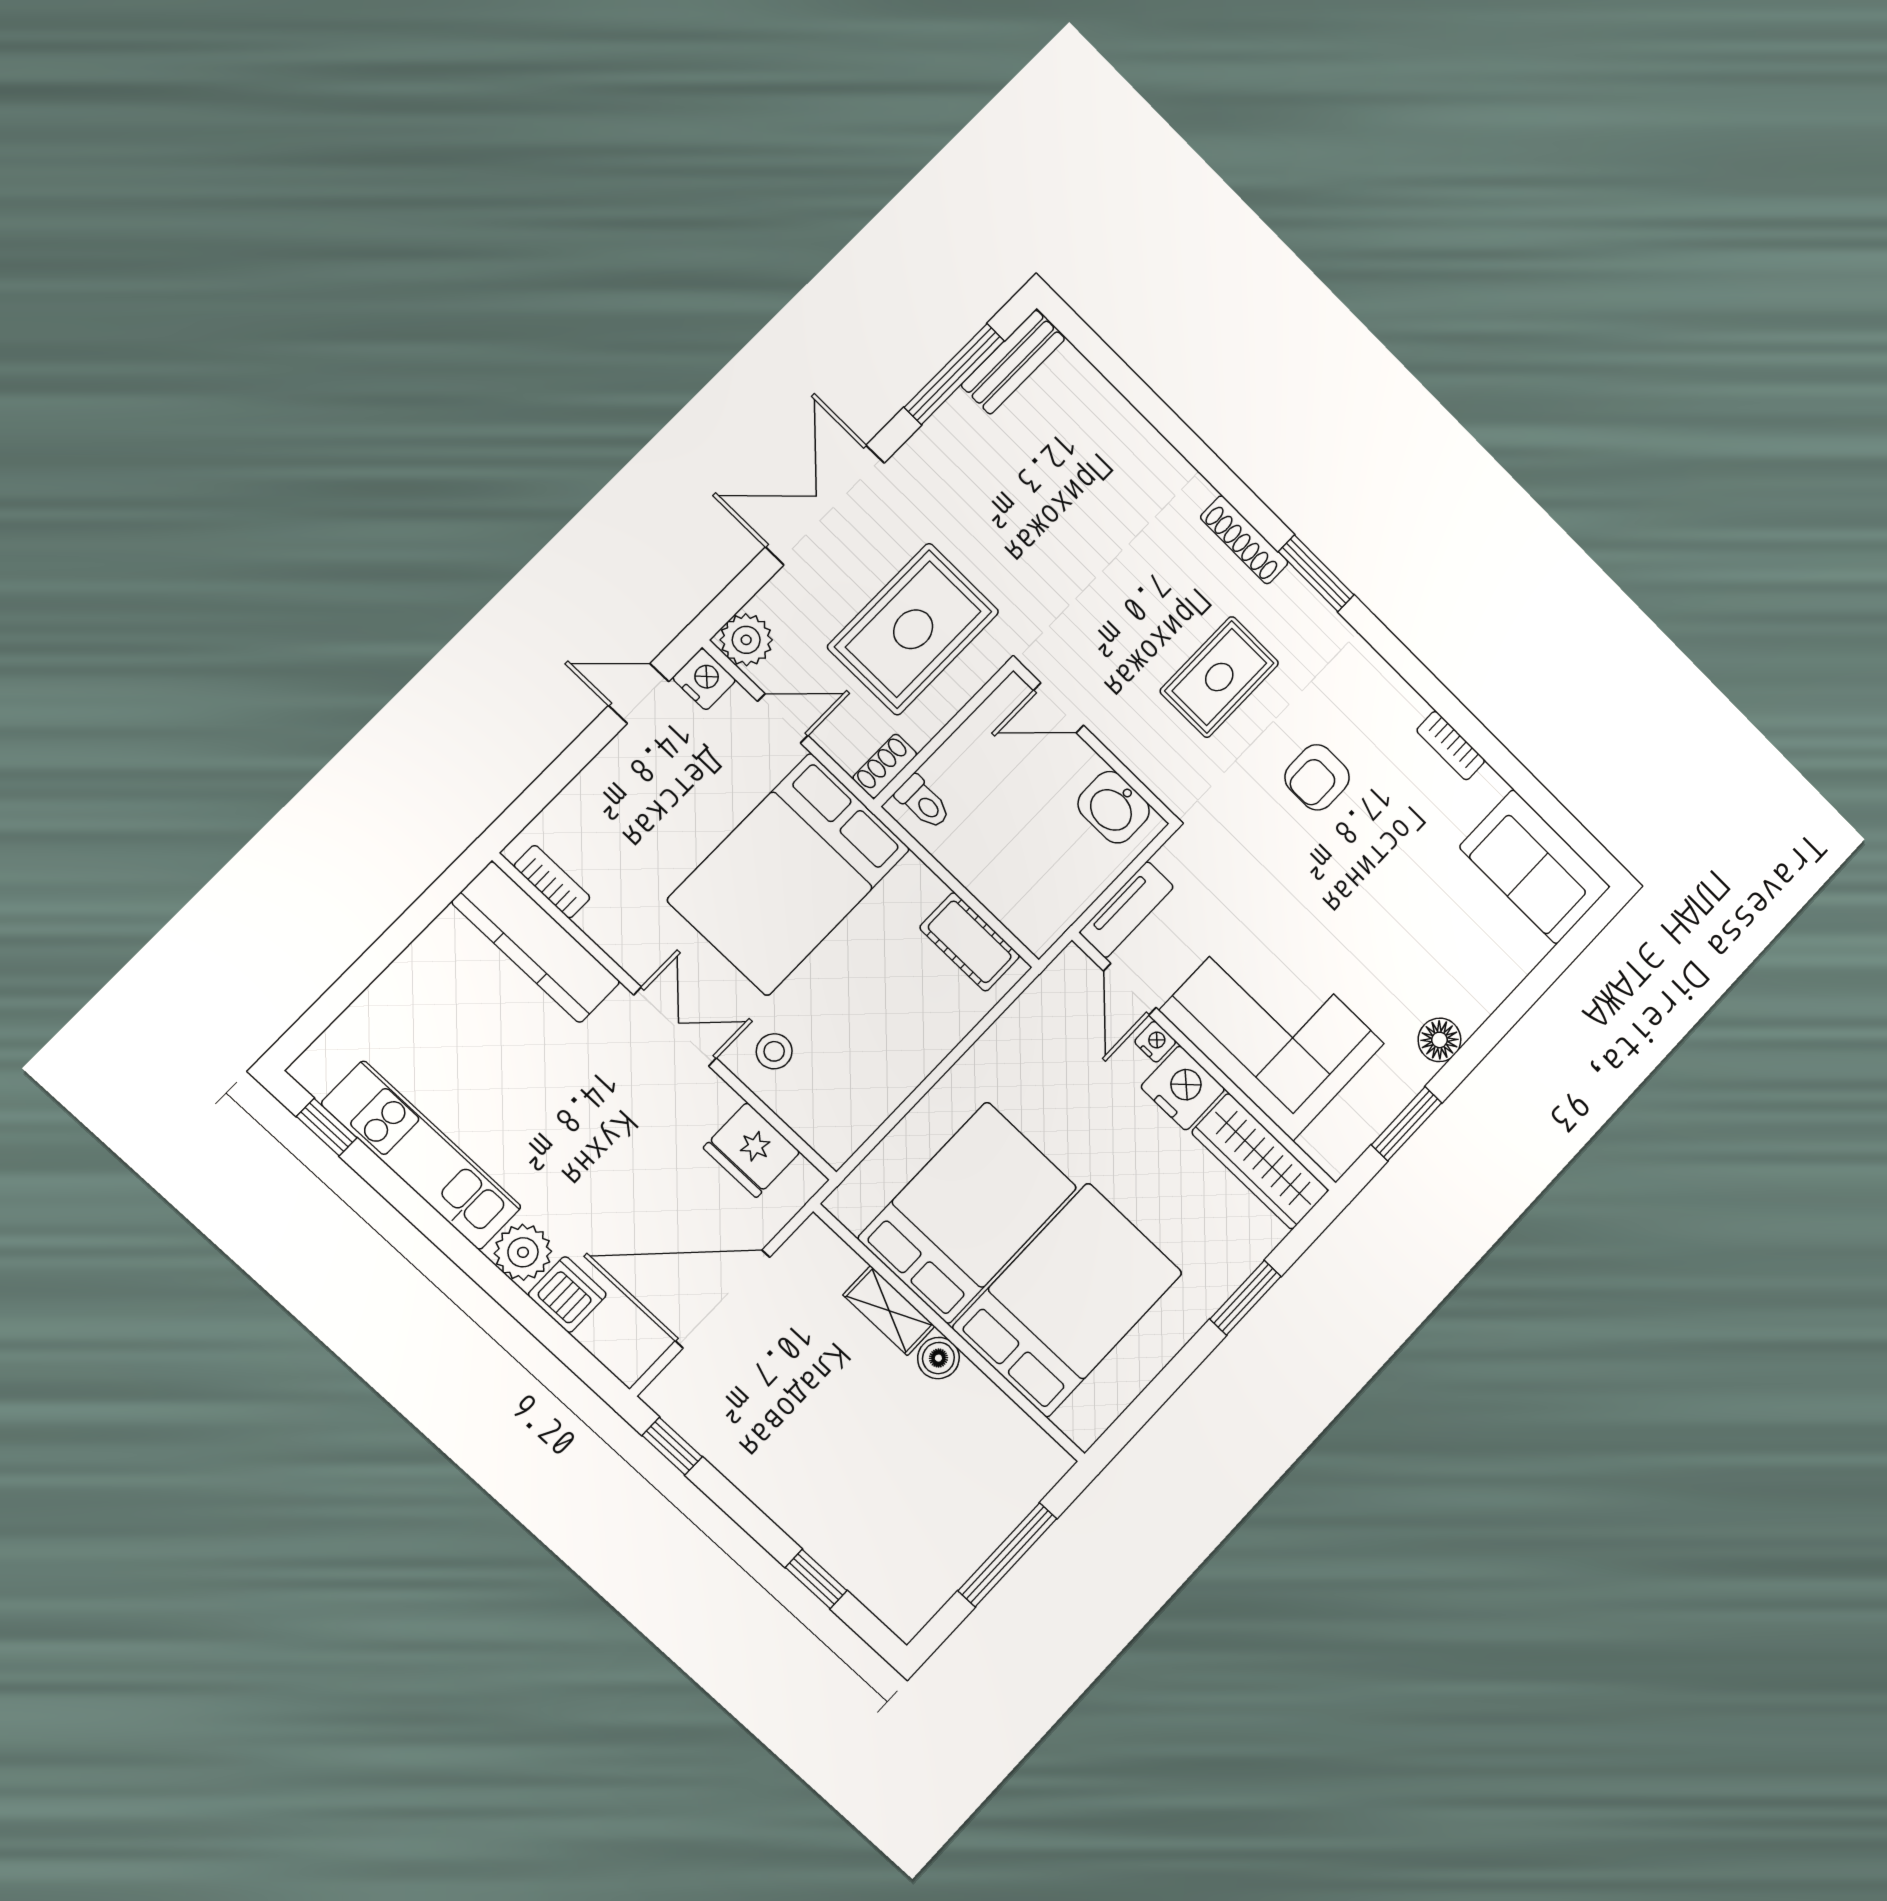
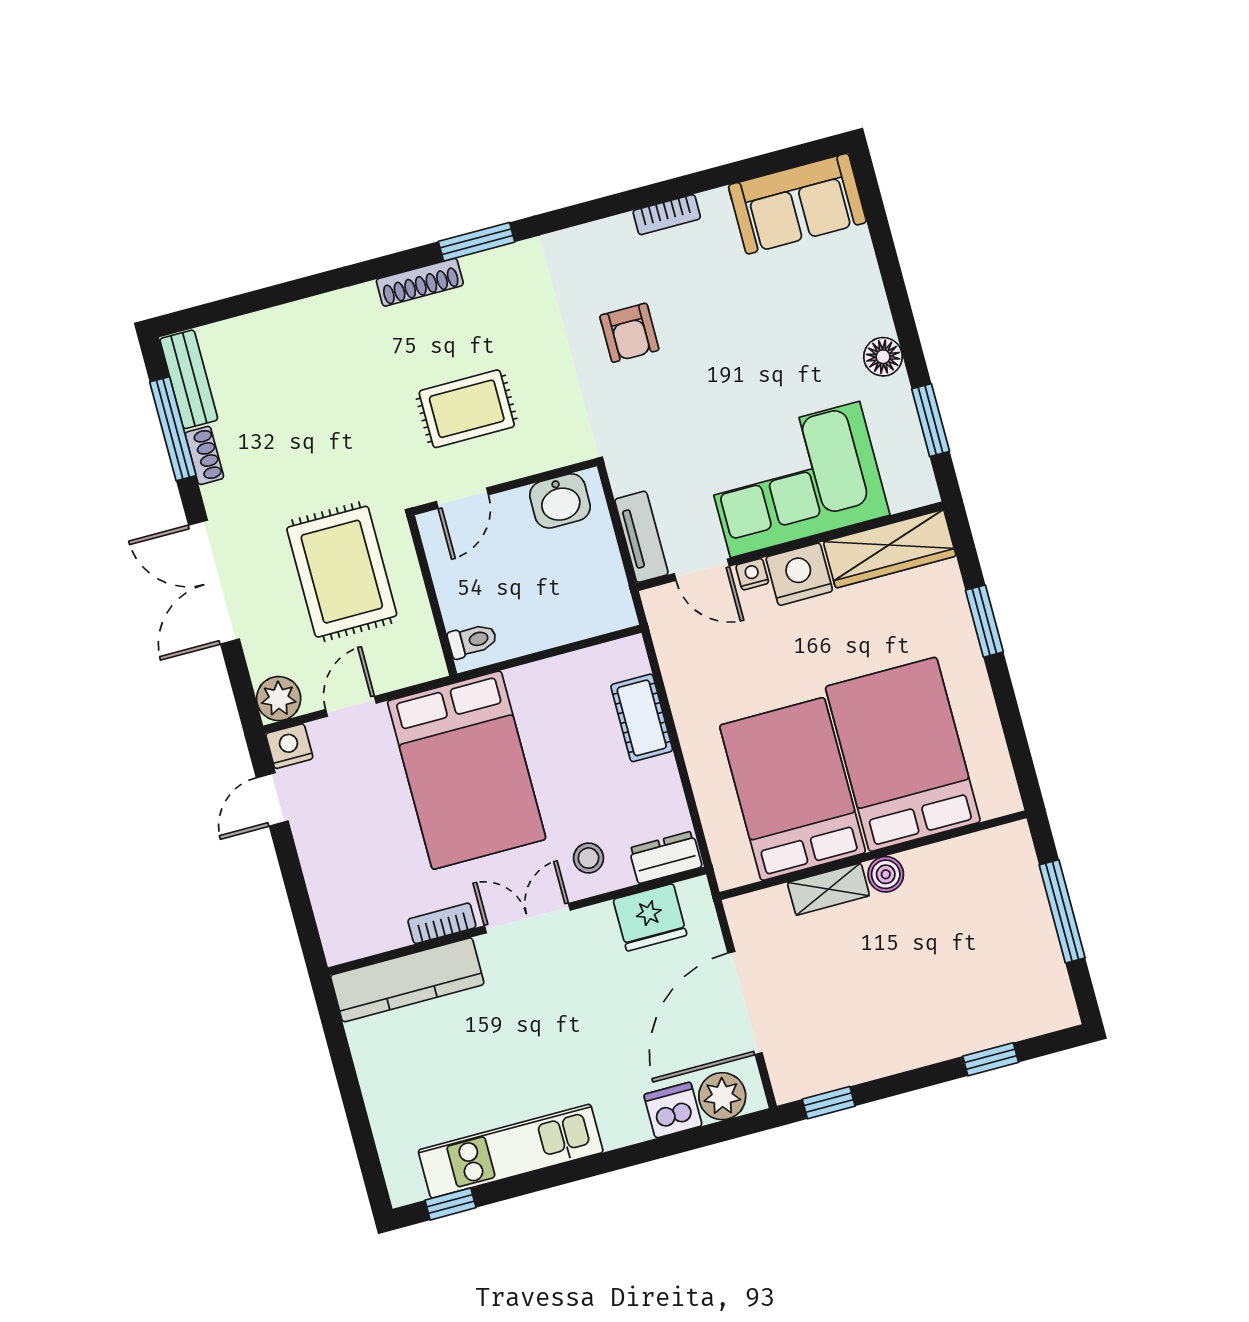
rug: (1219, 677) -> (467, 409), moved, turned 90
shoe rack: (885, 766) -> (204, 455), moved, turned 180
bookcase: (552, 882) -> (442, 923), moved
cot: (970, 942) -> (642, 718), moved, turned 90
dresser: (822, 1128) -> (666, 857), added
plant: (523, 1252) -> (722, 1096), moved

